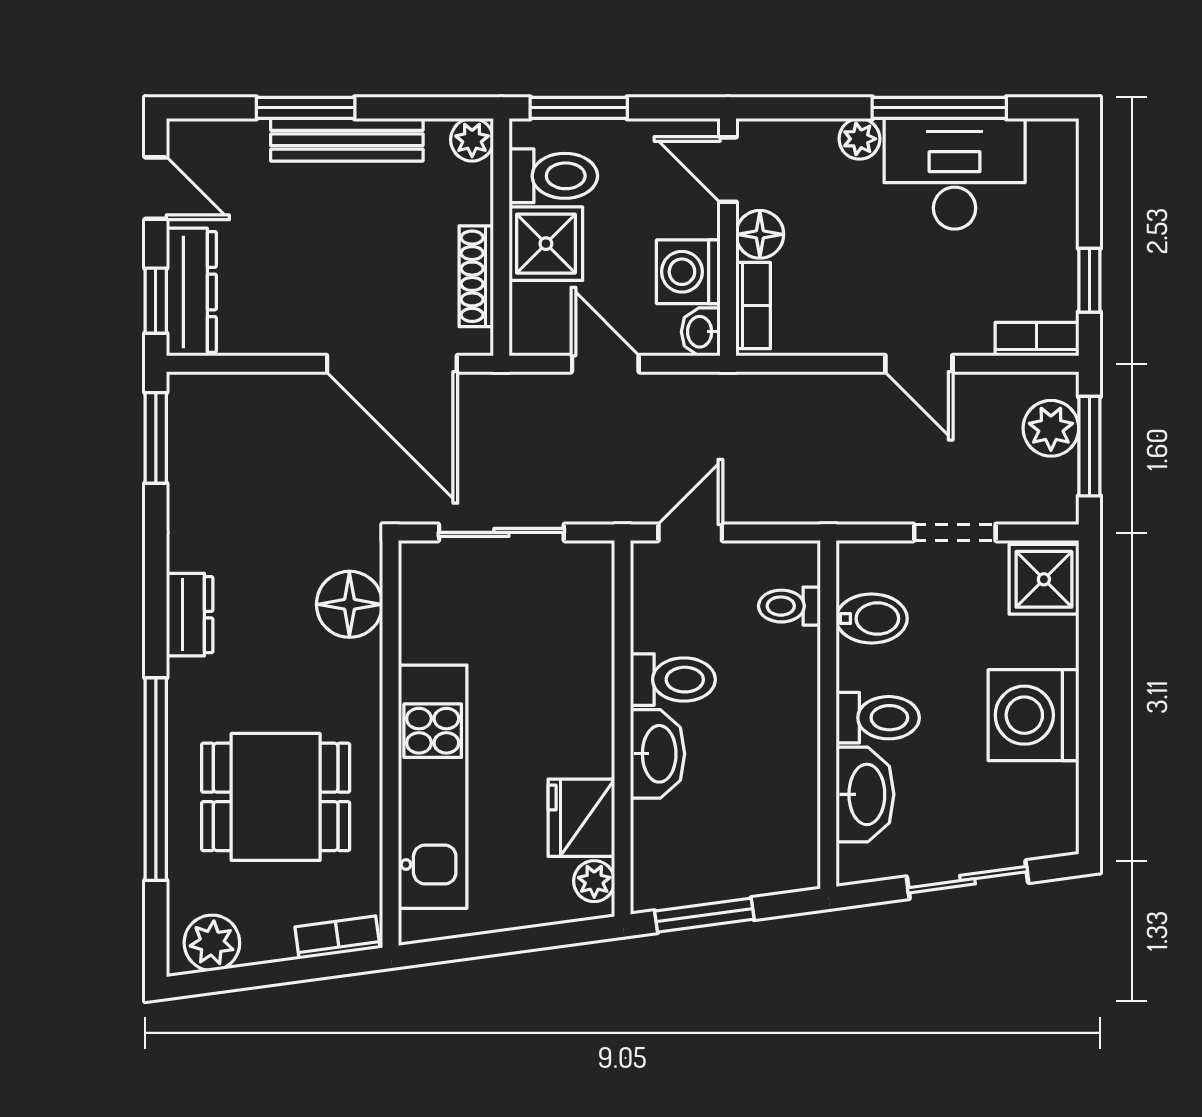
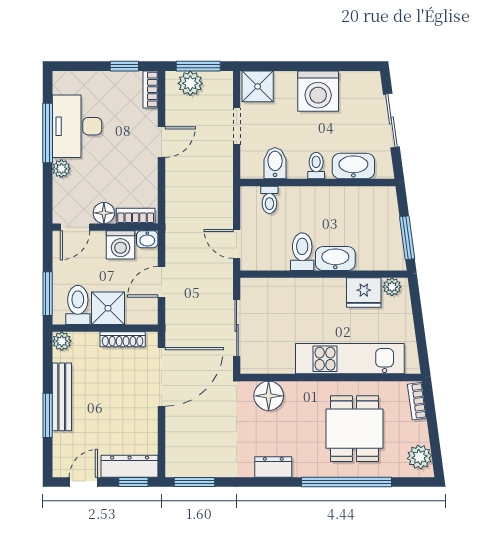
toilet: (878, 718) -> (316, 166), width x0.73, depth x0.72

